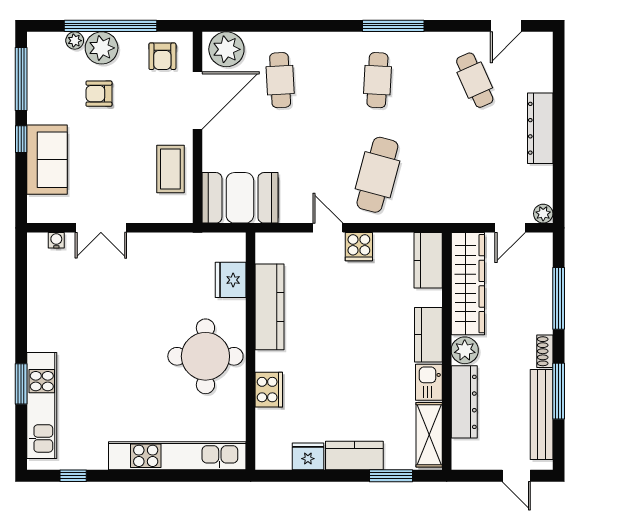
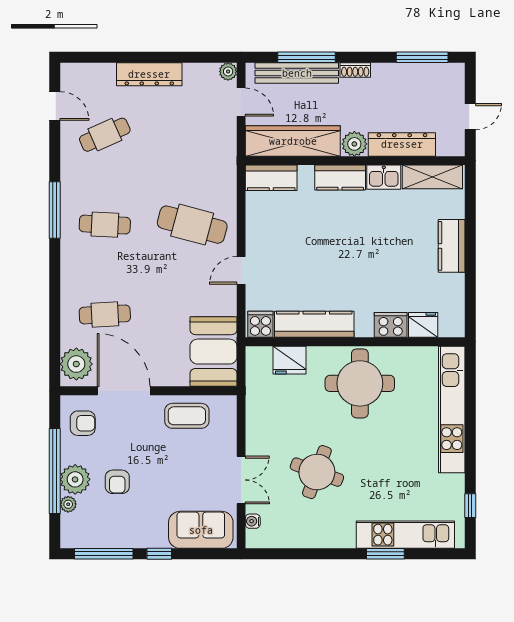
sofa: (47, 160) -> (201, 530), moved
cooker: (359, 247) -> (260, 324), moved, turned -90
round table: (110, 310) -> (317, 472), added
window: (559, 391) -> (422, 57), moved
bench: (542, 415) -> (297, 73), moved
fridge: (308, 456) -> (423, 325), moved, turned 90
window: (391, 476) -> (470, 212), removed
door: (516, 476) -> (470, 117), moved

